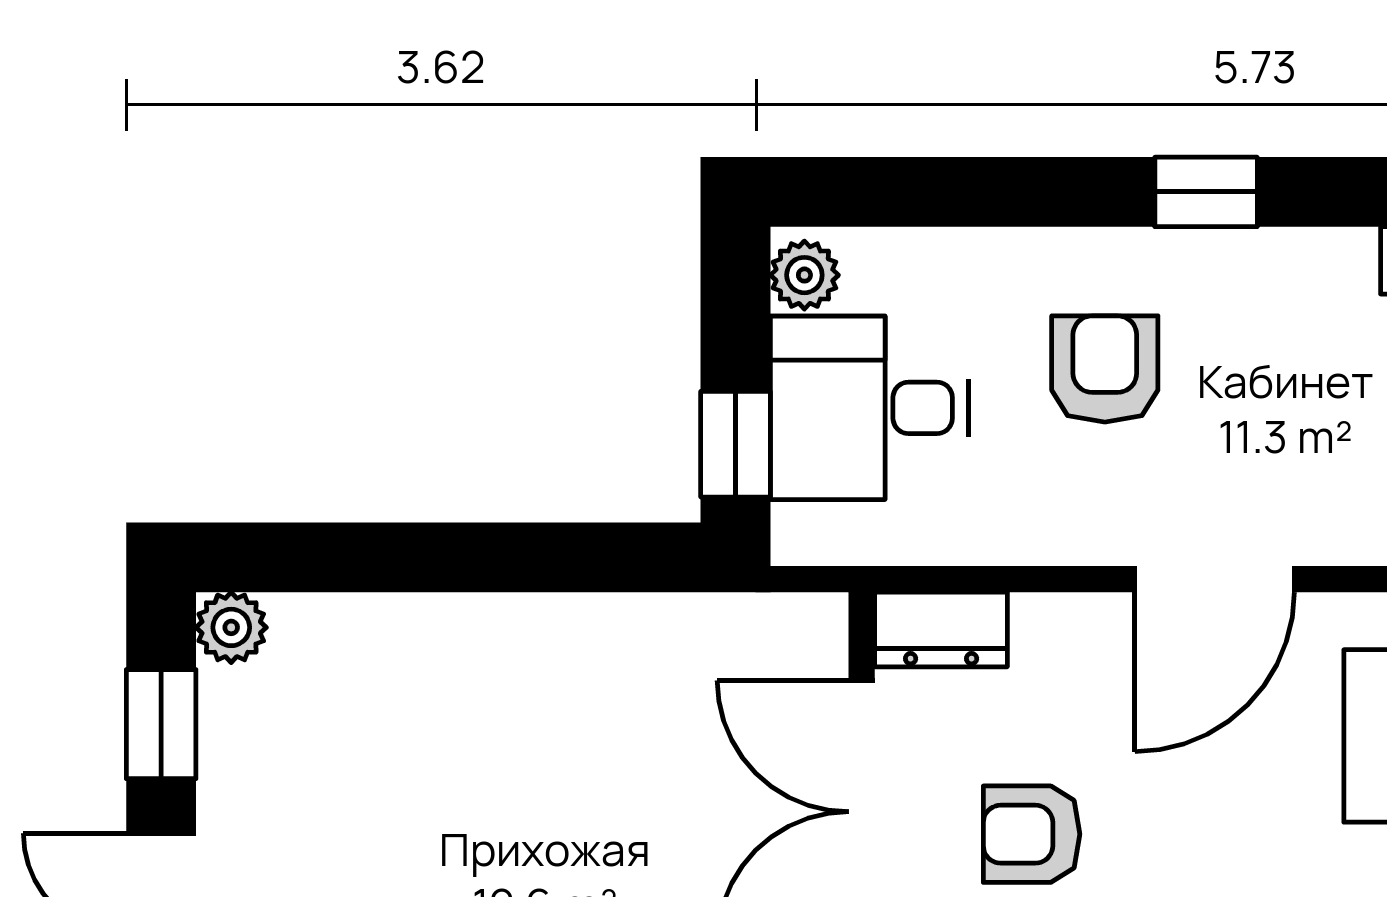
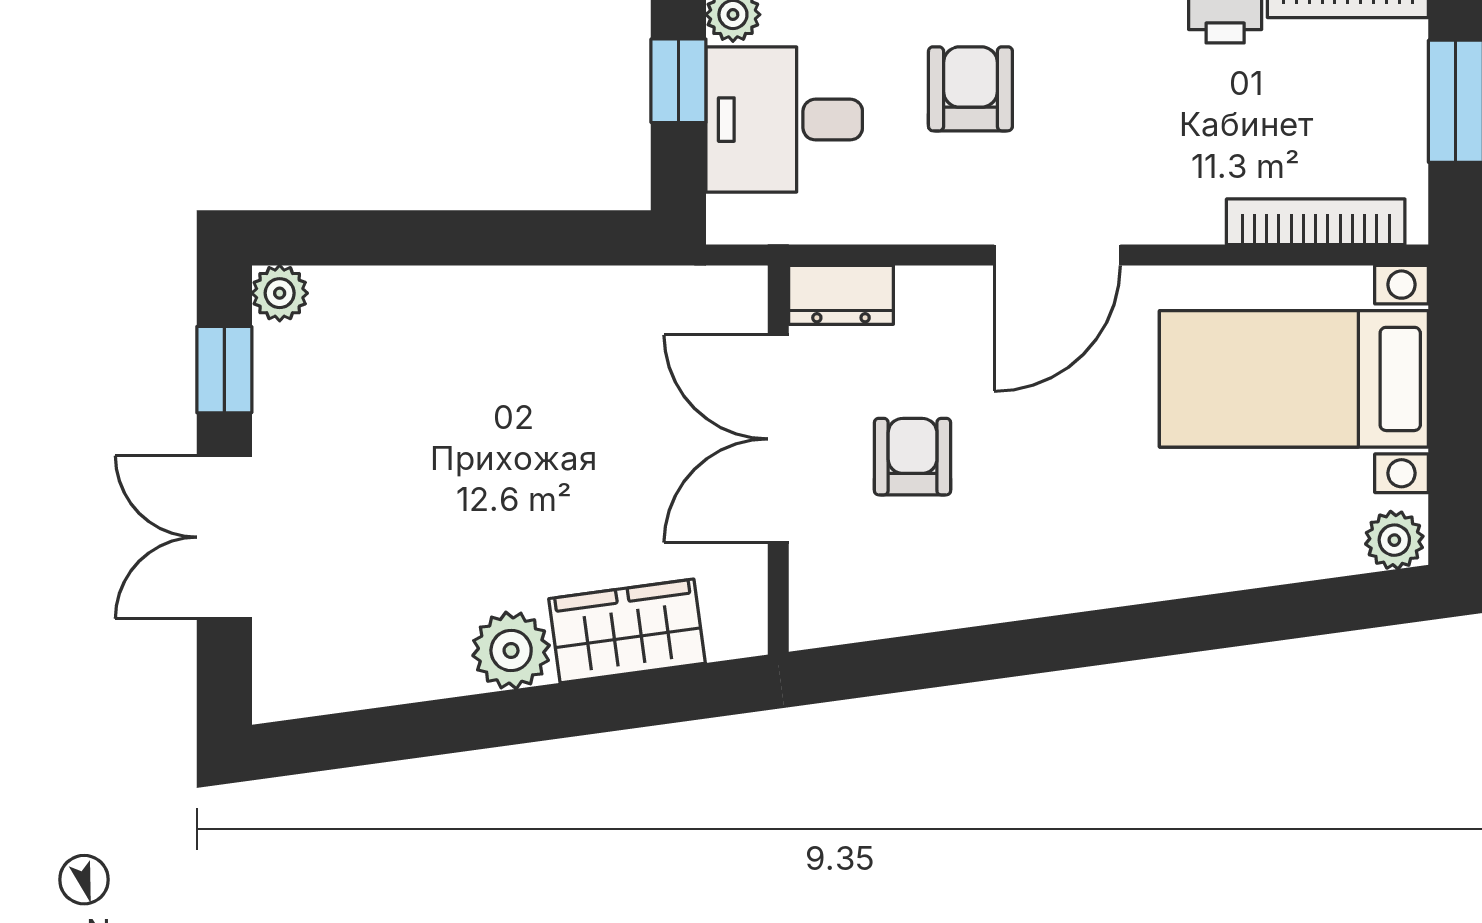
window: (735, 444) -> (678, 81), moved
armchair: (1032, 834) -> (913, 457), turned 90

